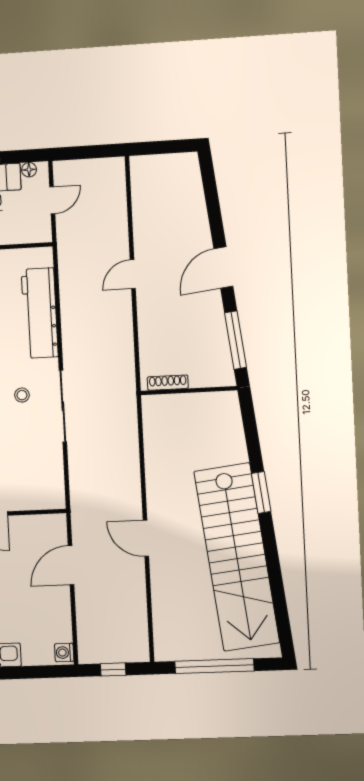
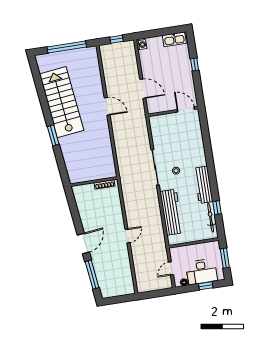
window: (236, 340) -> (92, 275), moved
stairs: (237, 557) -> (62, 102), width x0.73
door: (71, 565) -> (143, 89), hinge flipped

